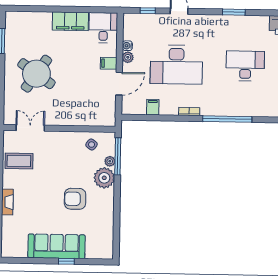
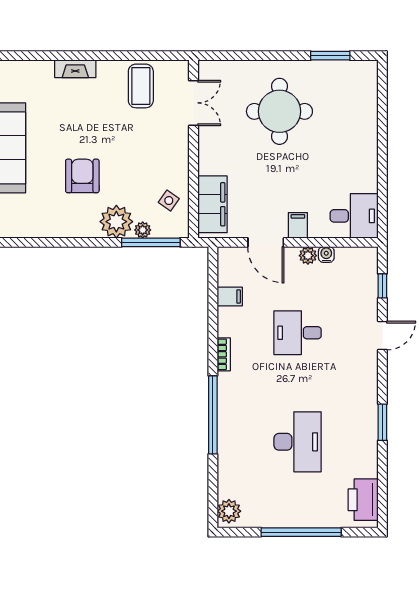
filing cabinet: (70, 21) -> (213, 204), moved, turned 180
desk: (176, 65) -> (298, 333), width x0.53, depth x0.77
round table: (36, 74) -> (279, 111), turned -35

